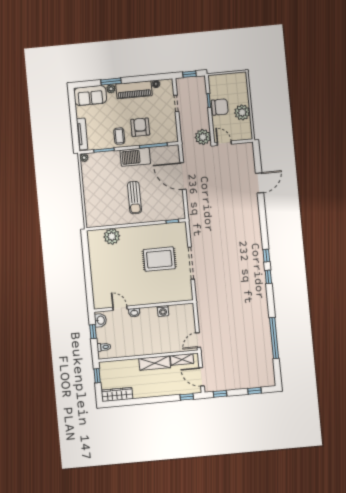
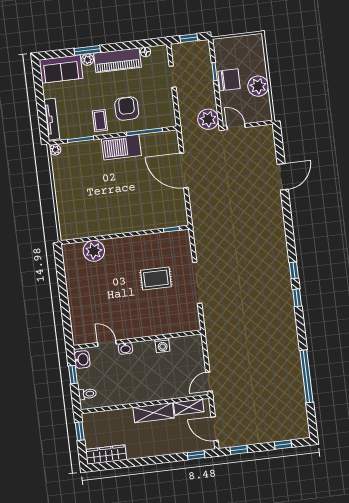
sun lounger: (134, 198) -> (122, 200), removed
rug: (159, 259) -> (156, 279), width x0.73, depth x0.70

